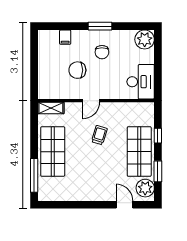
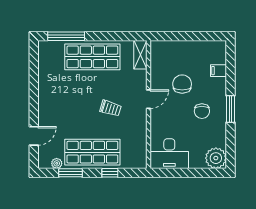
chair: (102, 52) -> (202, 111), turned -90
door: (91, 101) -> (149, 99), swing flipped
plant: (145, 188) -> (57, 163), width x0.53, depth x0.53

